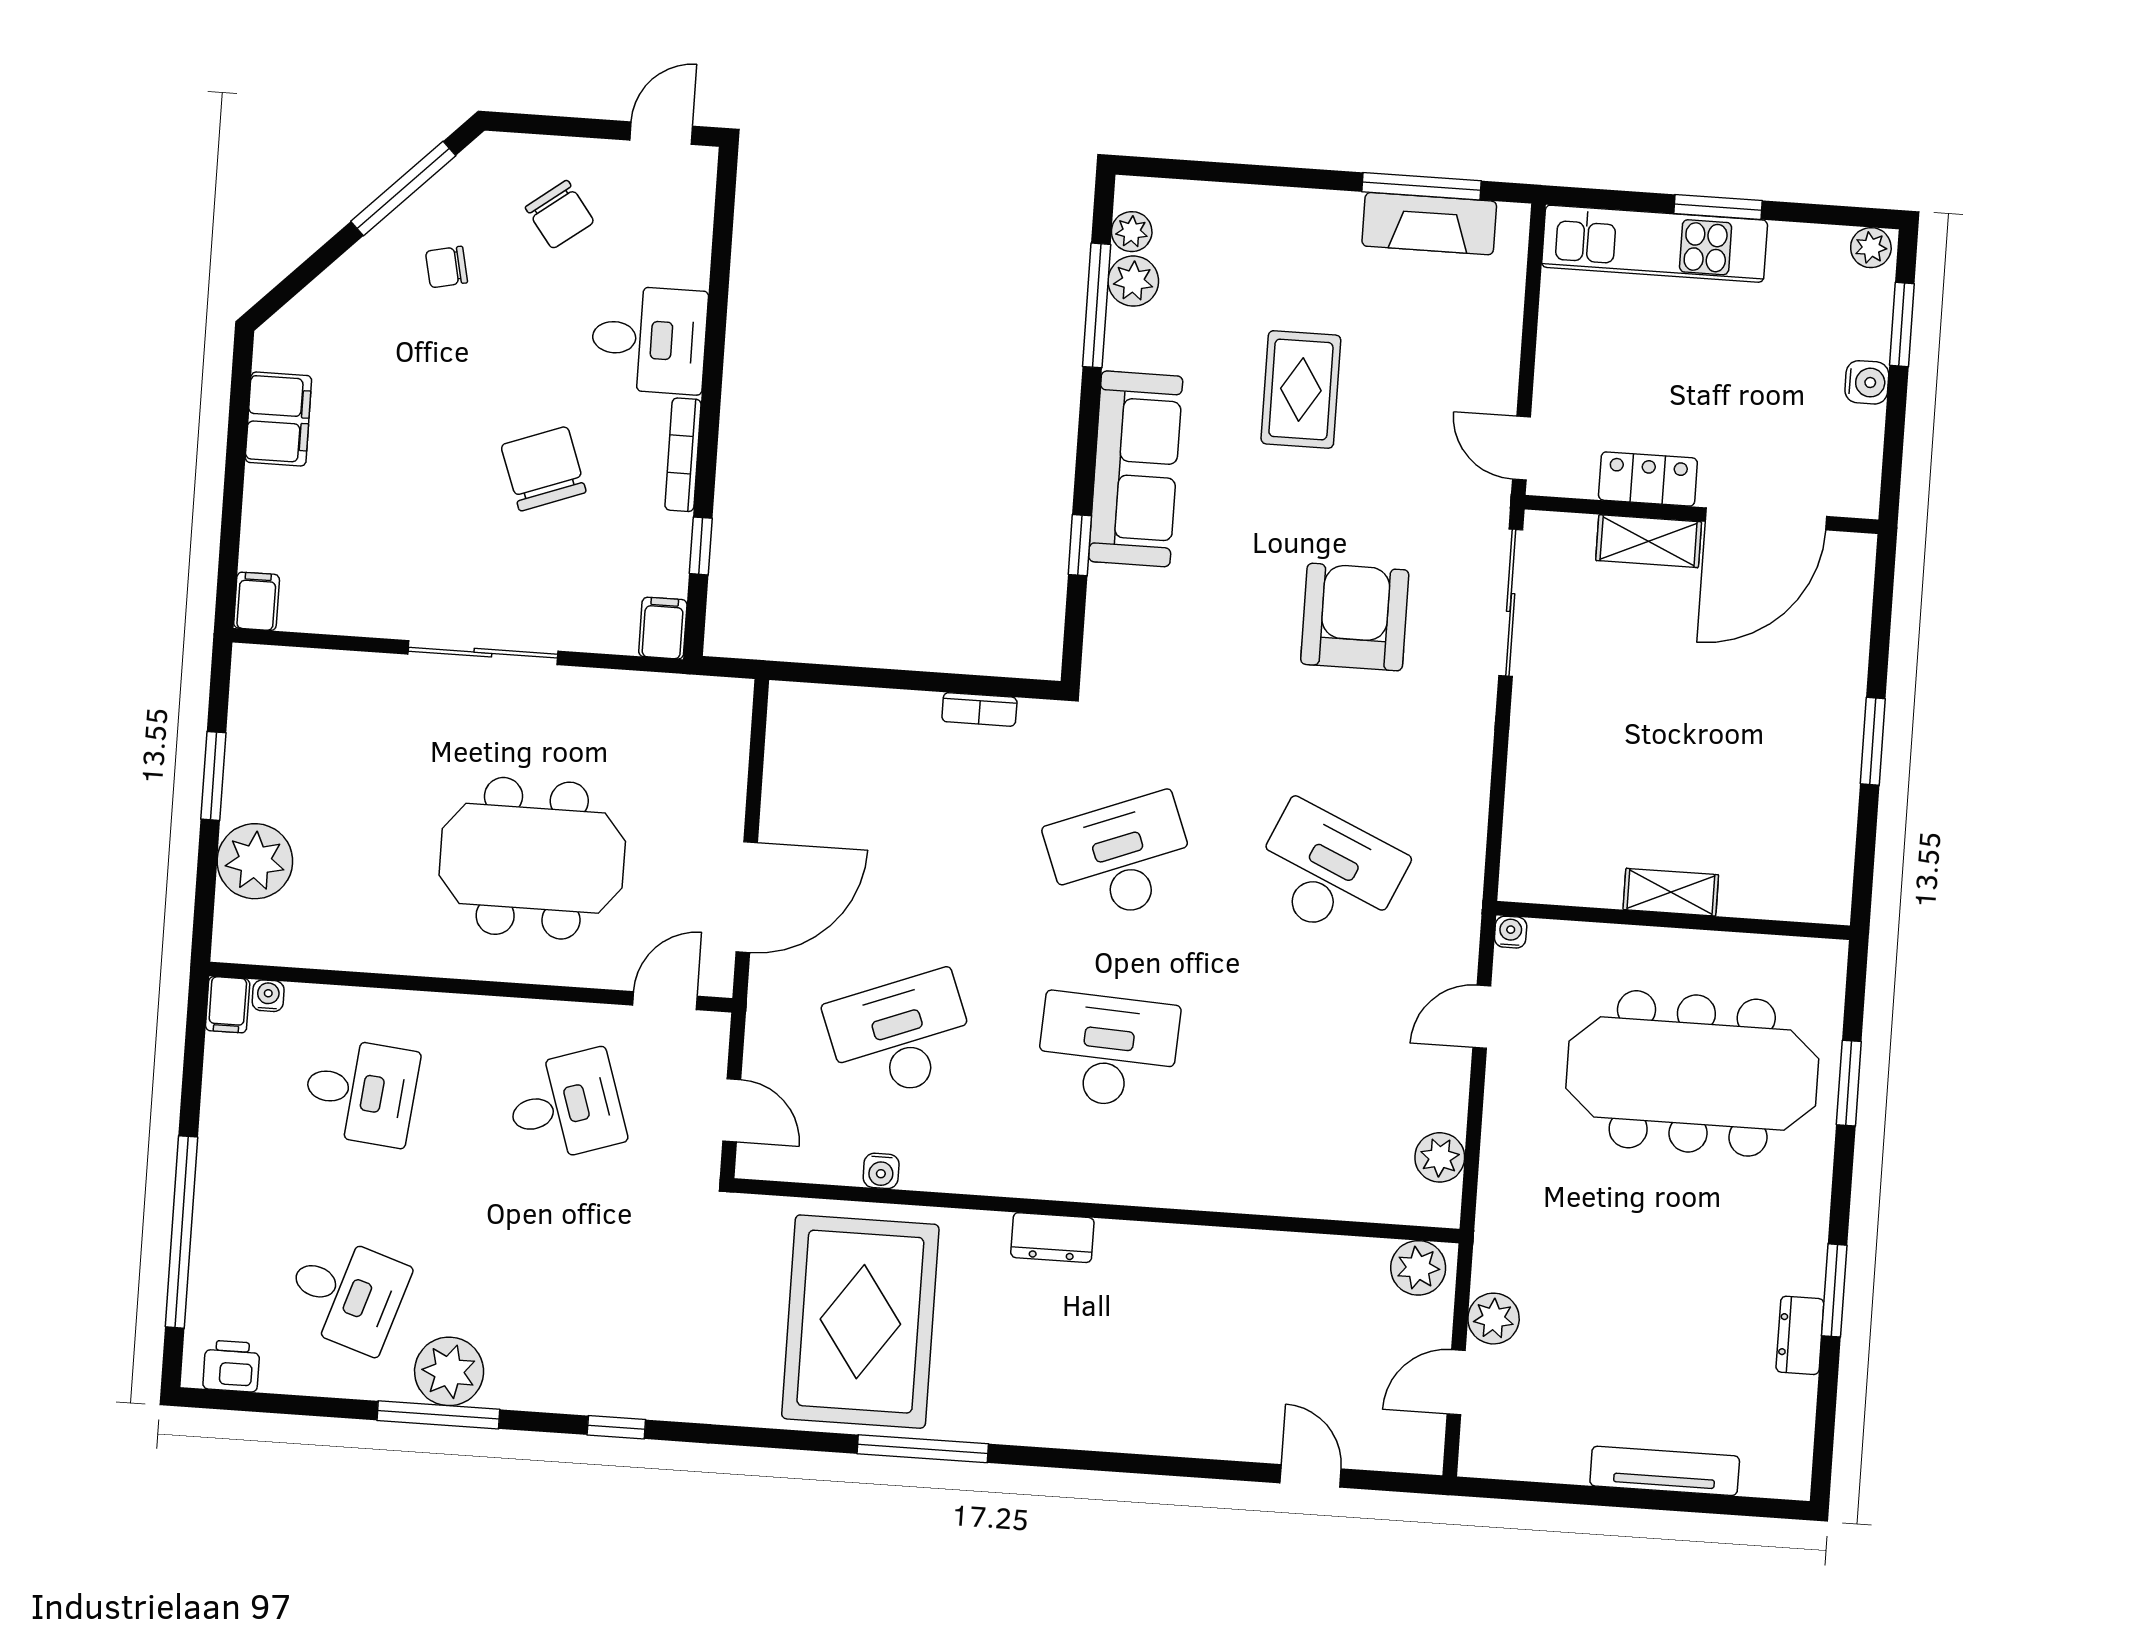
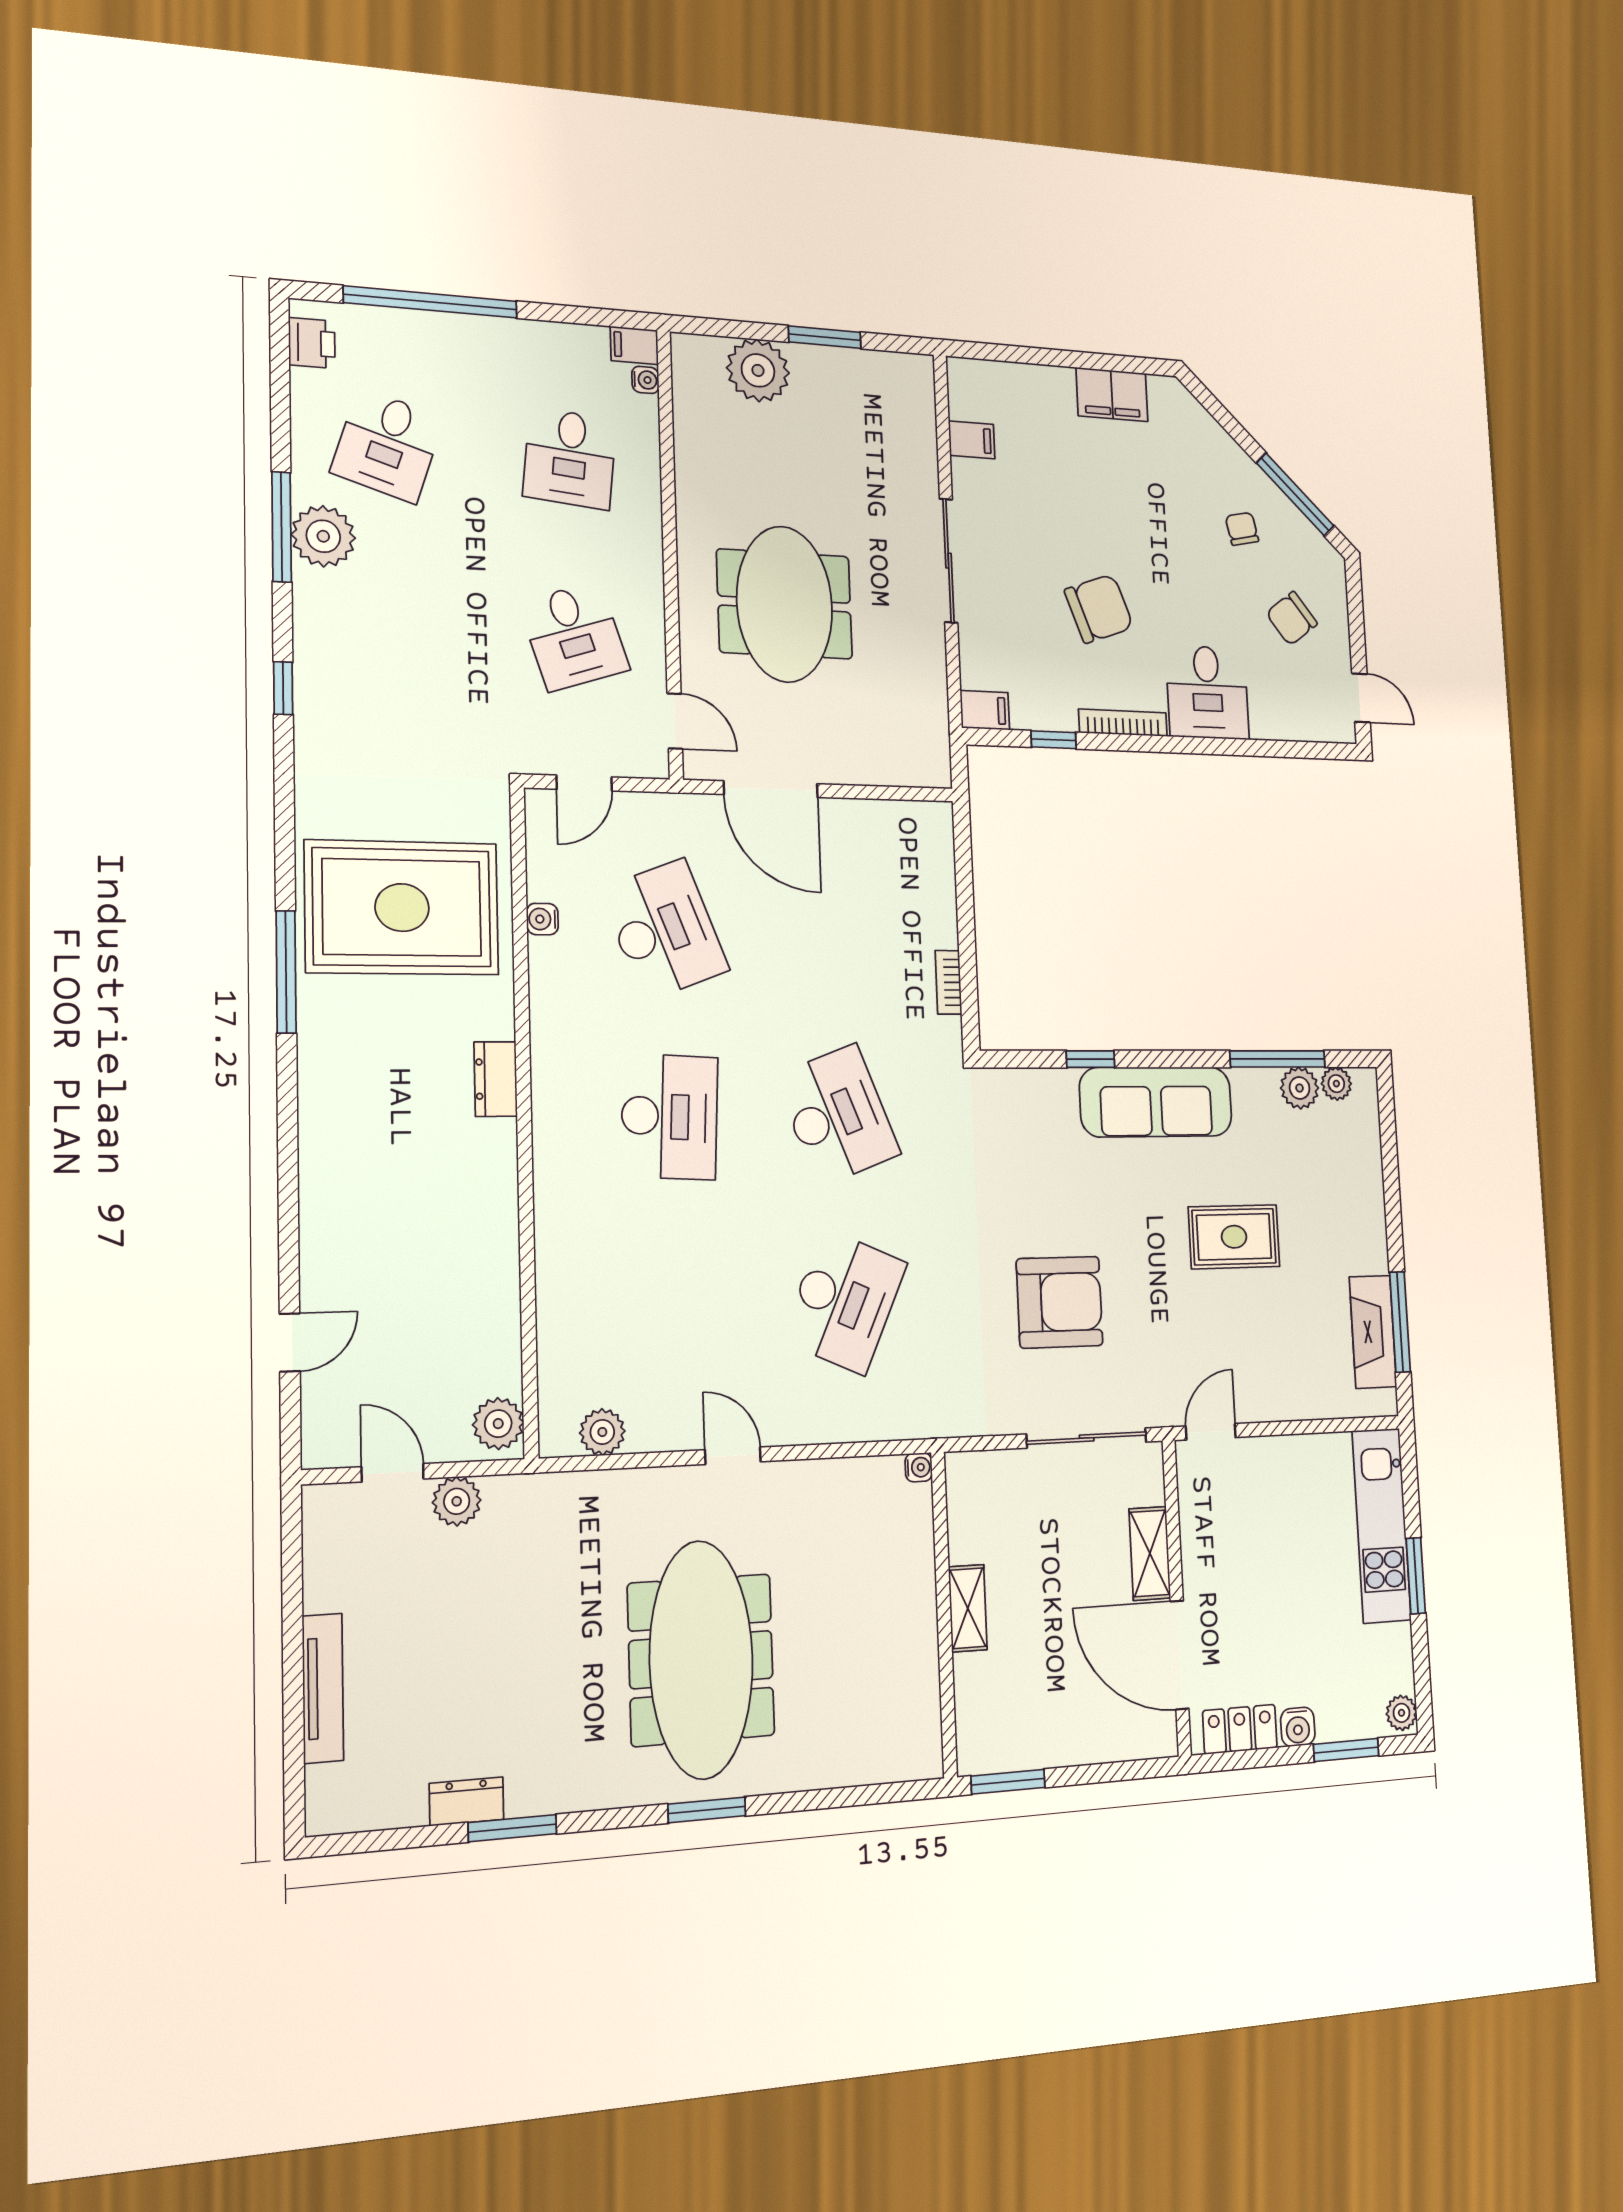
locker: (1648, 479) -> (1240, 1729), moved, turned -90
filing cabinet: (257, 601) -> (972, 440), moved
shelving: (1671, 892) -> (968, 1608), moved
wall: (1673, 921) -> (944, 1614), moved
water cooler: (1511, 932) -> (919, 1467), moved

